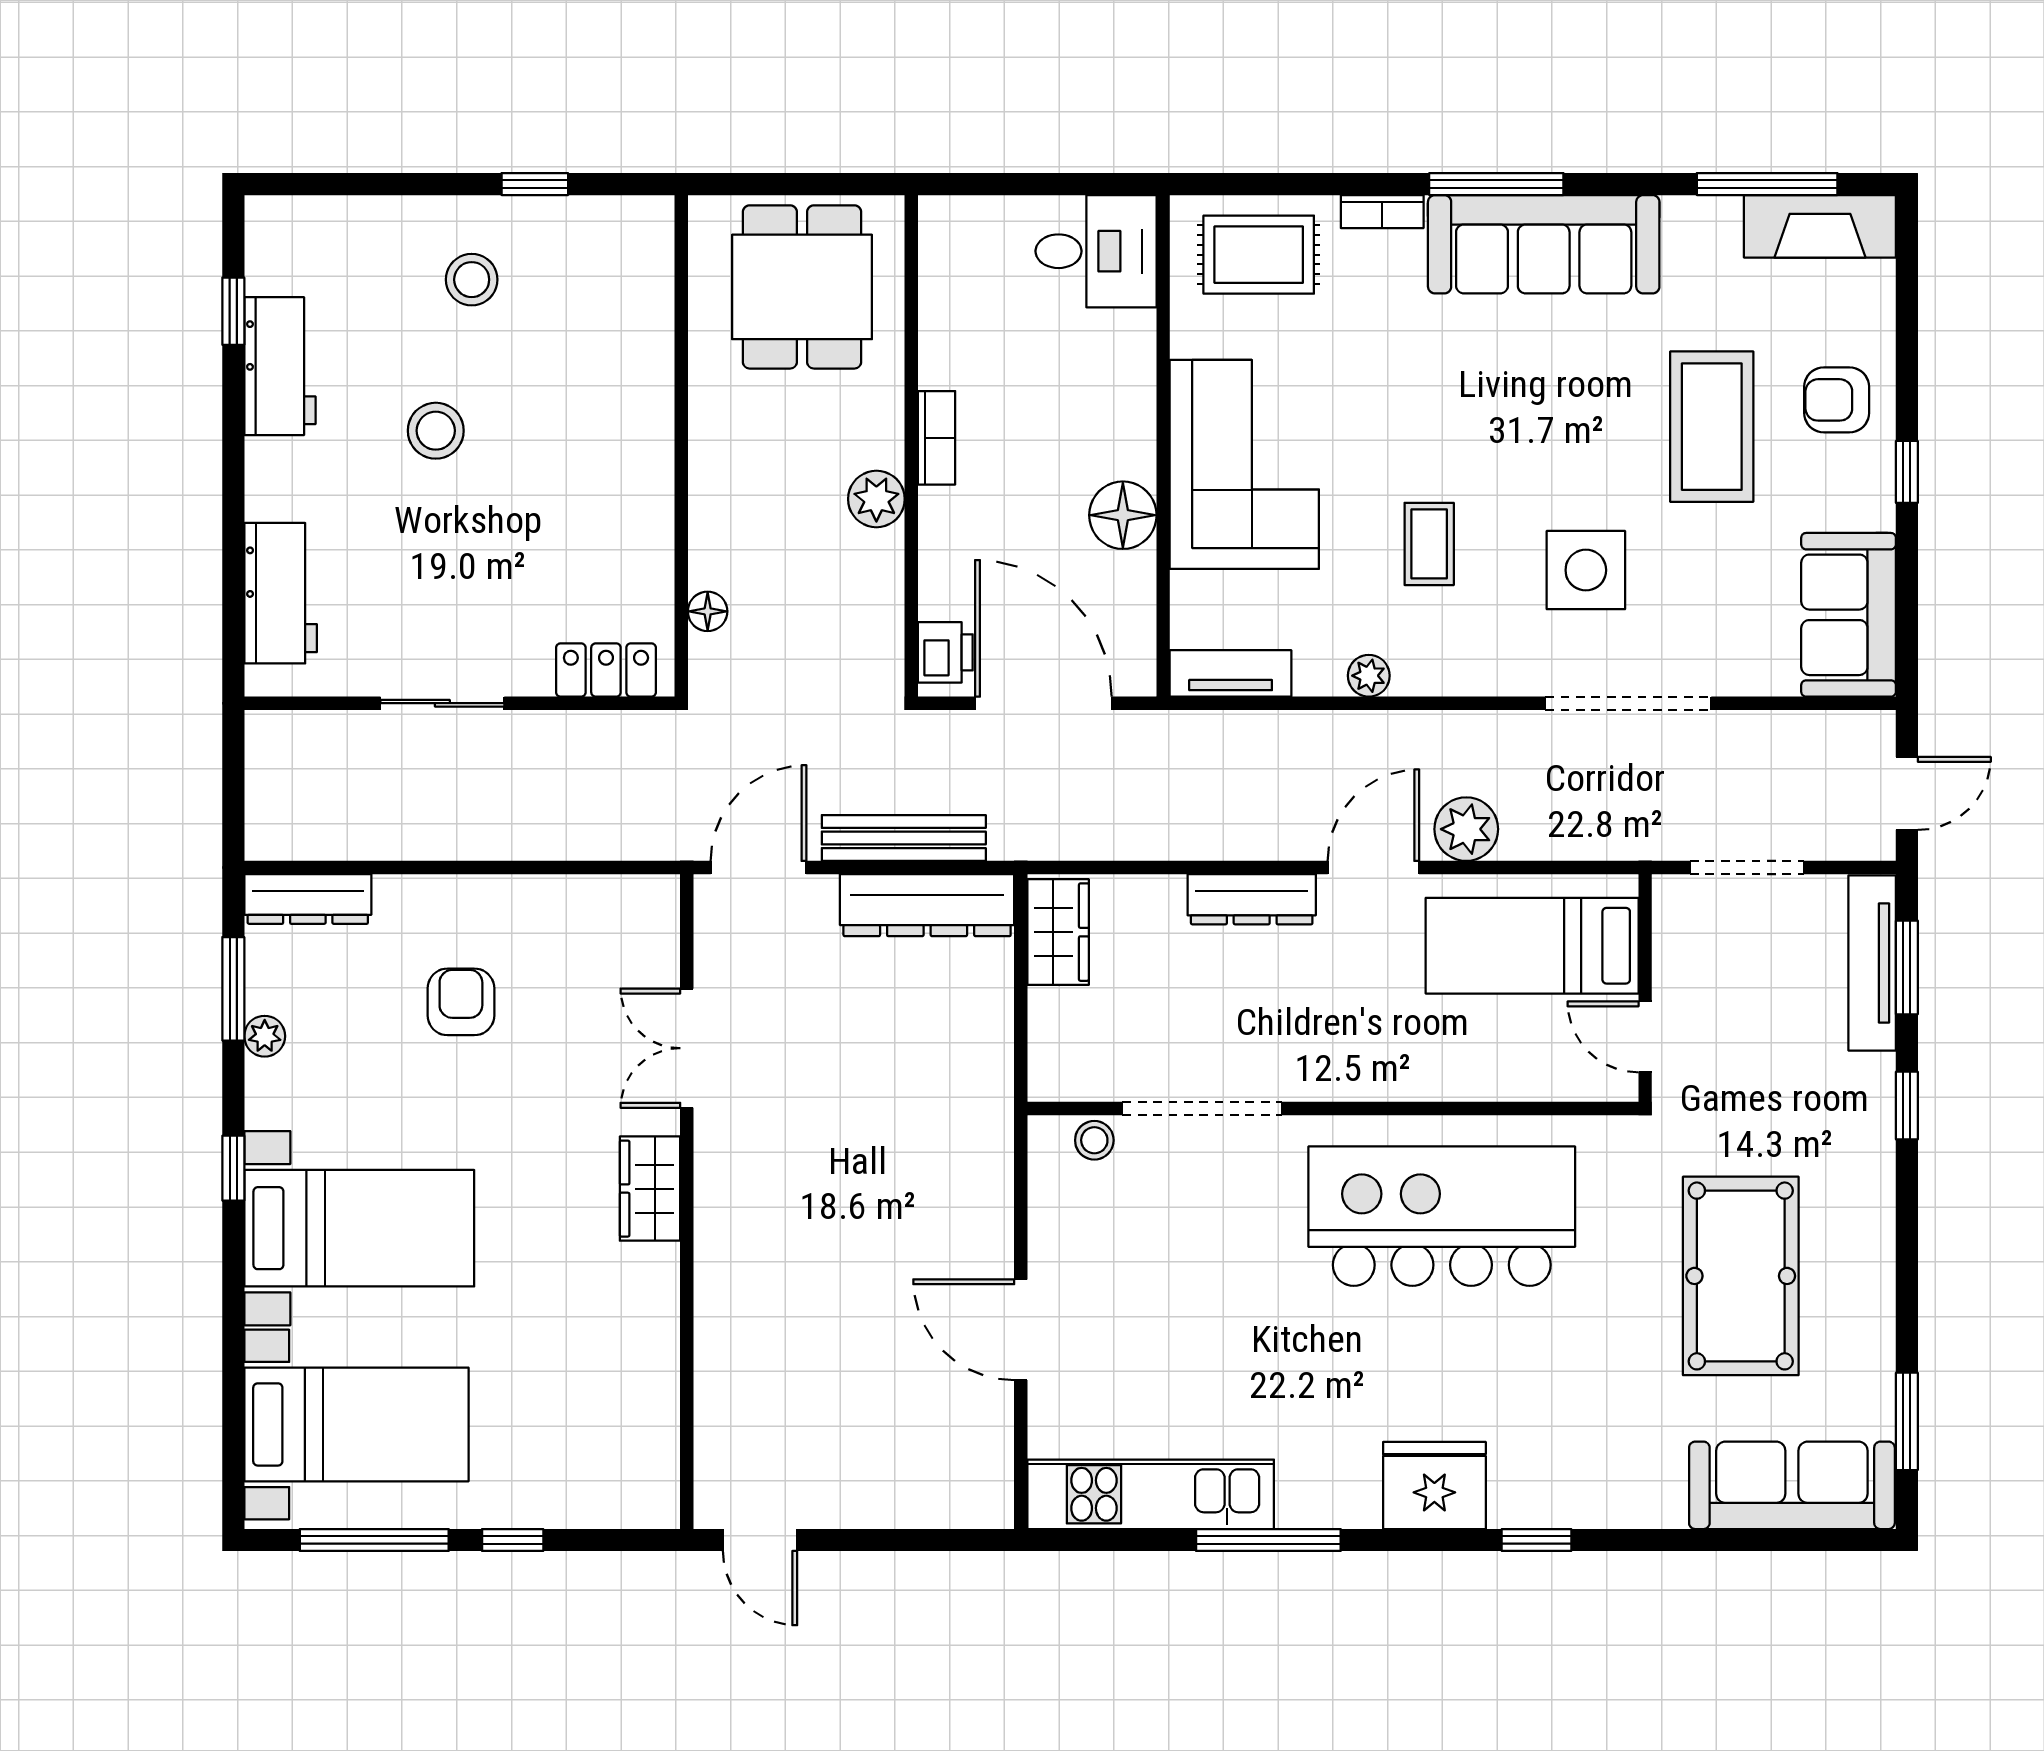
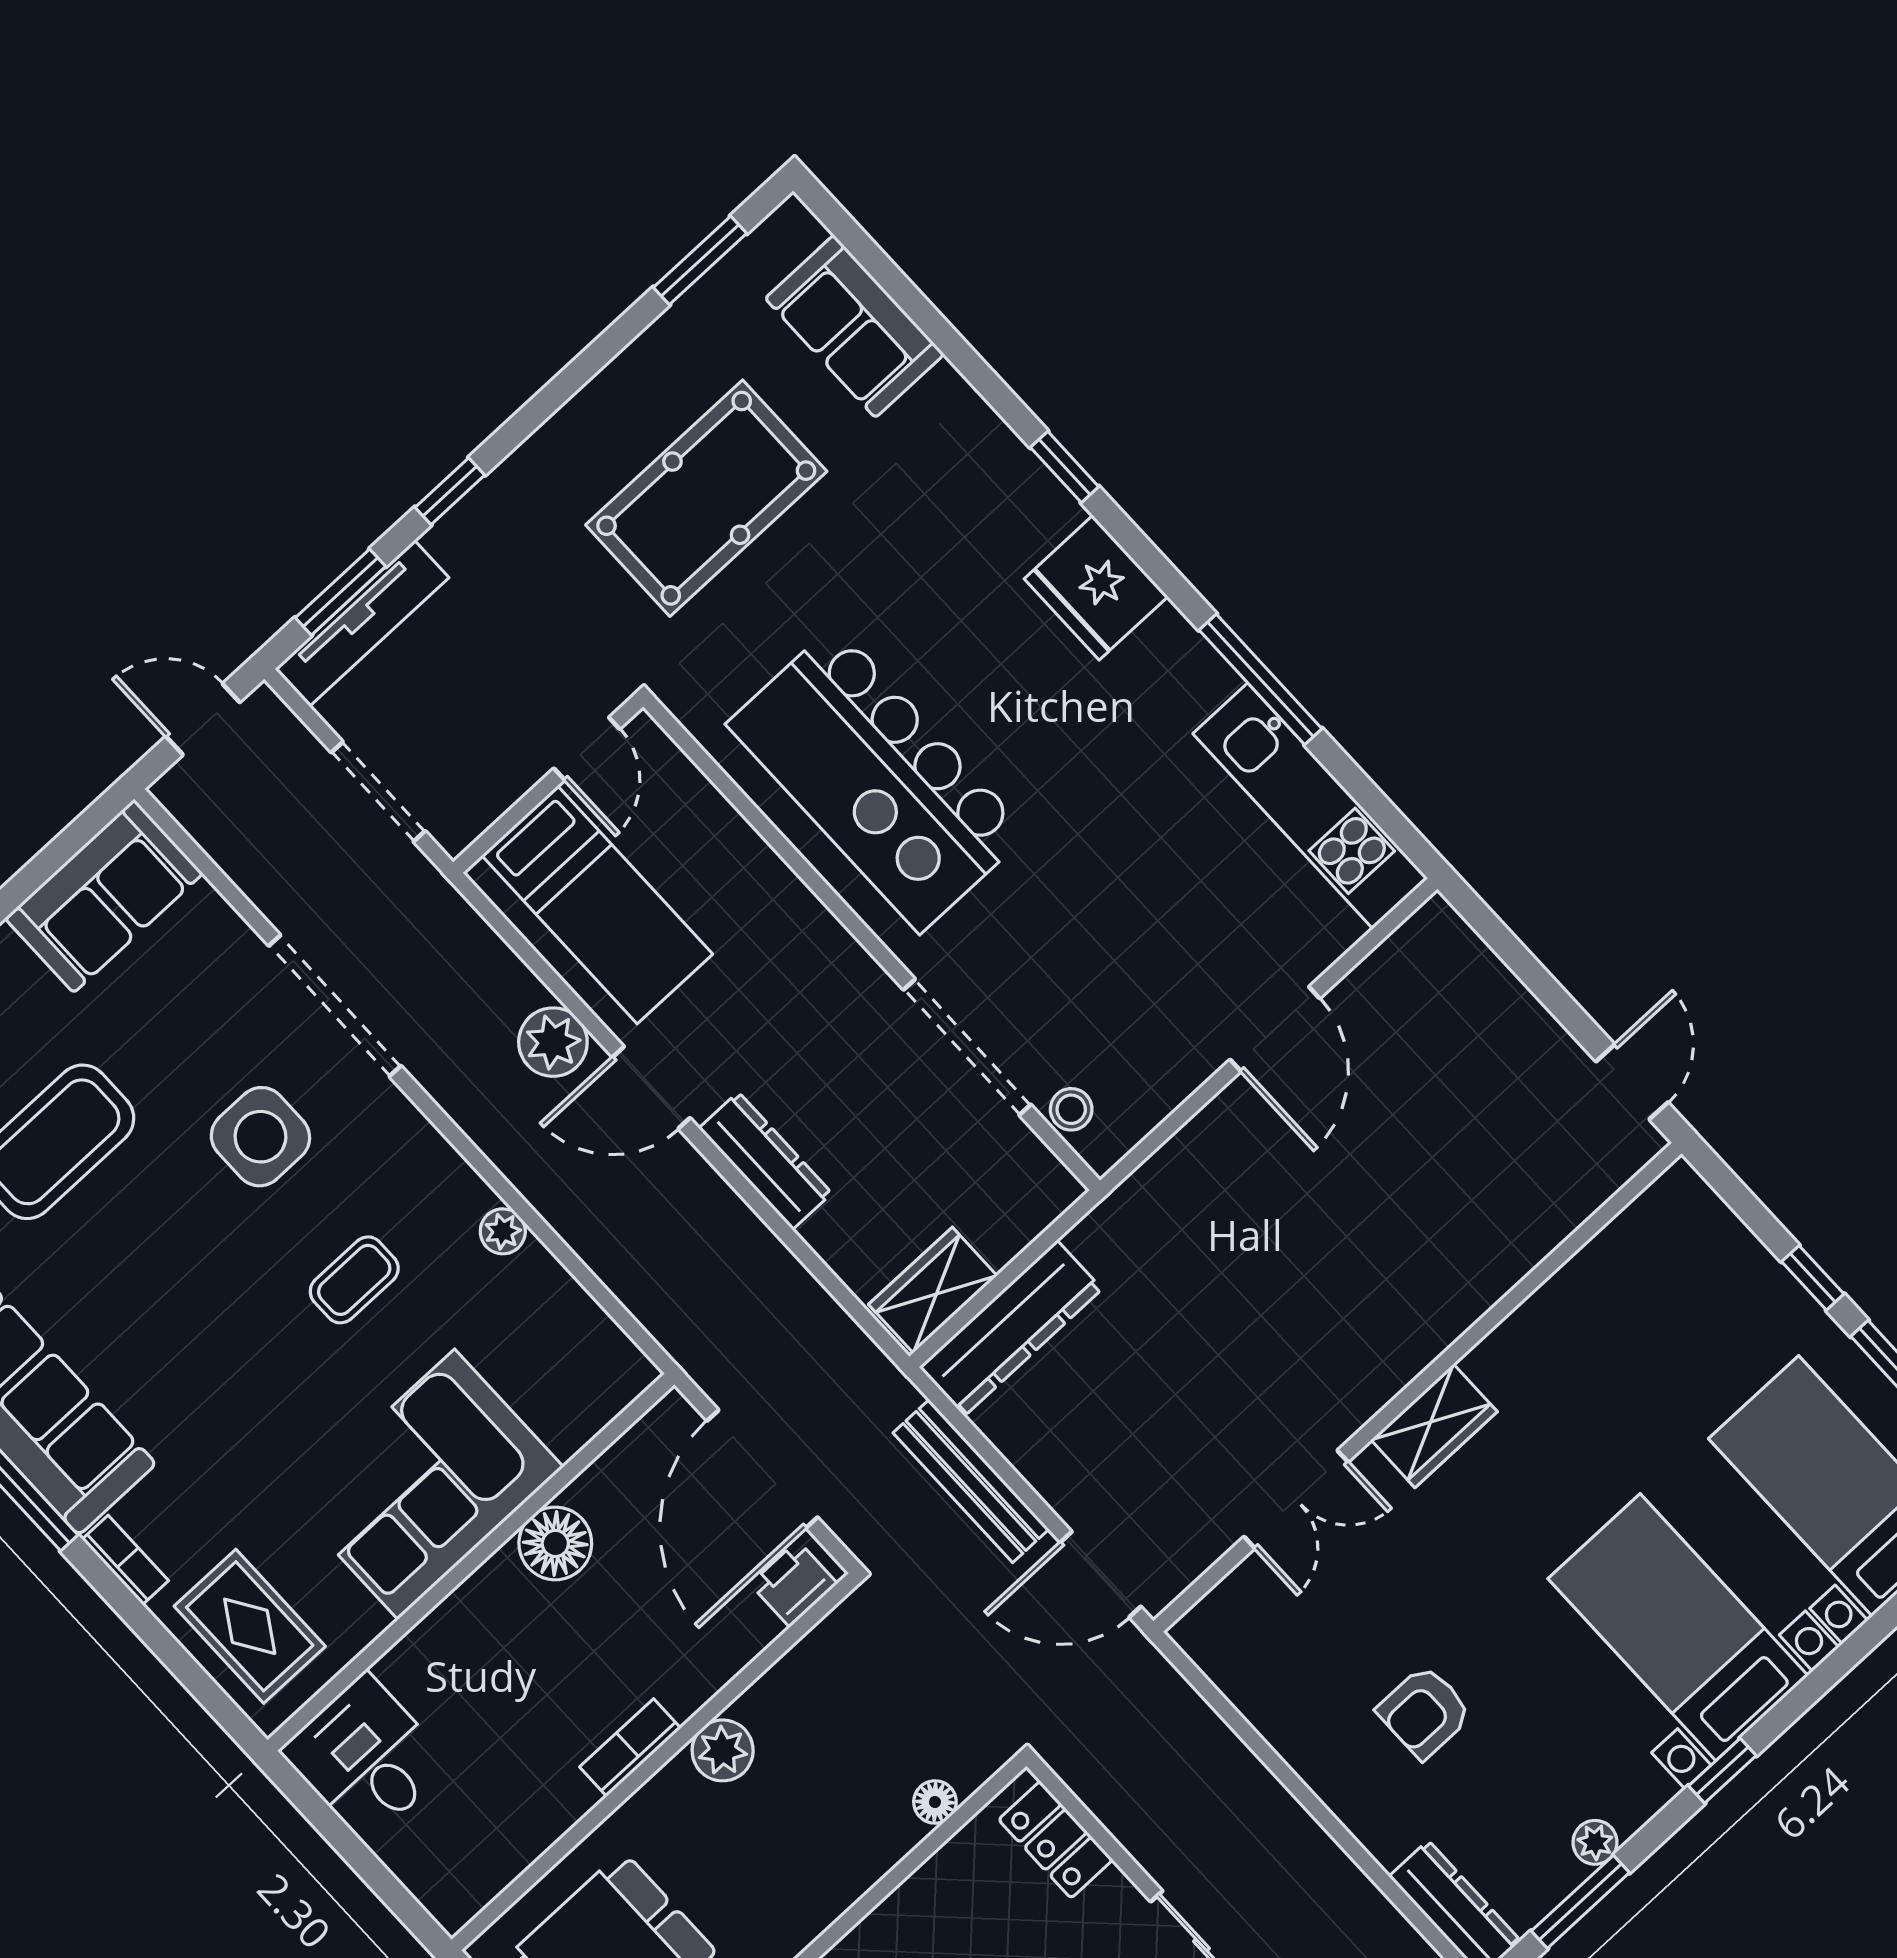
tv unit: (1231, 673) -> (602, 1343), removed
dresser: (927, 905) -> (1011, 1328), moved, turned 90
sofa: (1792, 1485) -> (855, 326), width x0.73

